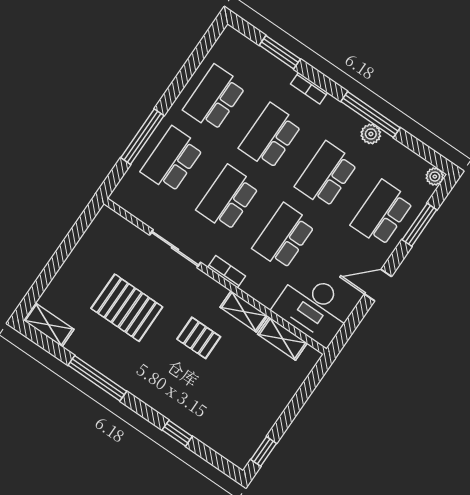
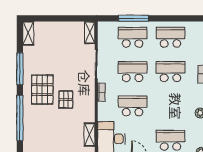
school desk: (326, 175) -> (170, 106), removed
pallet: (127, 308) -> (42, 90), moved
shelving: (244, 311) -> (90, 33), moved
window: (177, 433) -> (20, 118), width x3.17

